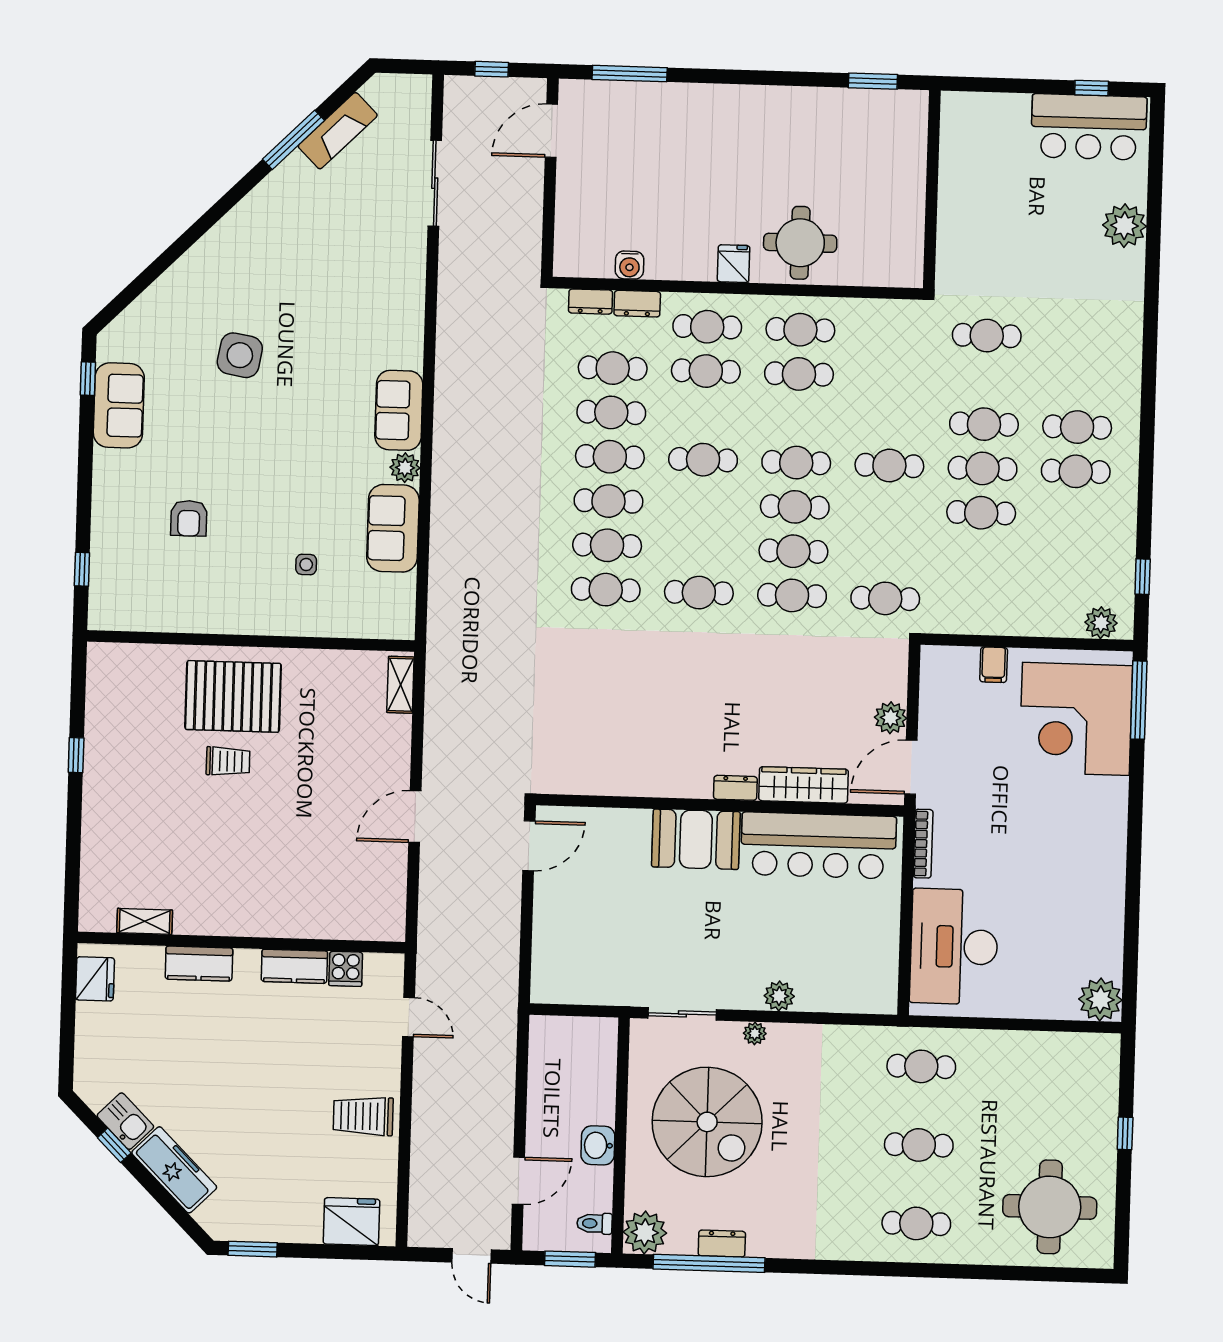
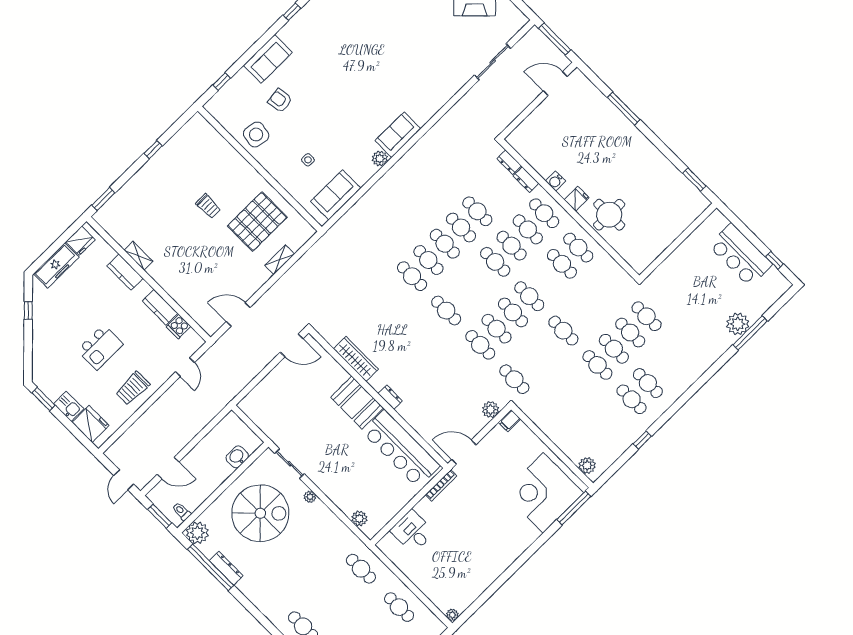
window: (492, 69) -> (555, 39), width x2.17
window: (630, 74) -> (624, 109), moved
bar counter: (1089, 127) -> (740, 255), moved
window: (1154, 222) -> (750, 333), added
water cooler: (630, 265) -> (556, 181), moved
side table: (240, 355) -> (256, 134), moved
cafe table: (613, 368) -> (511, 246), moved
sofa: (119, 405) -> (268, 59), moved
cafe table: (981, 513) -> (630, 332), moved
armchair: (189, 518) -> (280, 100), turned 82
sofa: (393, 528) -> (336, 195), moved
window: (1143, 577) -> (642, 440), moved
filing cabinet: (994, 665) -> (509, 421), moved
shelving: (400, 685) -> (280, 260), moved
pallet: (233, 696) -> (257, 222), moved, turned 90
plant: (890, 718) -> (491, 410), moved
wardrobe: (804, 785) -> (356, 359), moved
door: (415, 817) -> (238, 314), moved
window: (72, 890) -> (103, 199), added
shelving: (145, 921) -> (139, 256), moved
desk: (954, 947) -> (412, 532), width x0.53, depth x0.77
plant: (779, 996) -> (359, 519), moved
plant: (1100, 1000) -> (452, 615), width x0.53, depth x0.53
kitchen island: (263, 1102) -> (100, 347), added
trolley: (363, 1116) -> (133, 388), turned -90
kitchen sink: (125, 1121) -> (69, 406), moved, turned -45
spiral stairs: (707, 1122) -> (260, 513), turned -90
washbasin: (598, 1145) -> (237, 457), moved
cafe table: (919, 1145) -> (399, 607), moved
freezer: (174, 1170) -> (56, 266), moved, turned 45
dresser: (722, 1244) -> (226, 568), width x1.44

